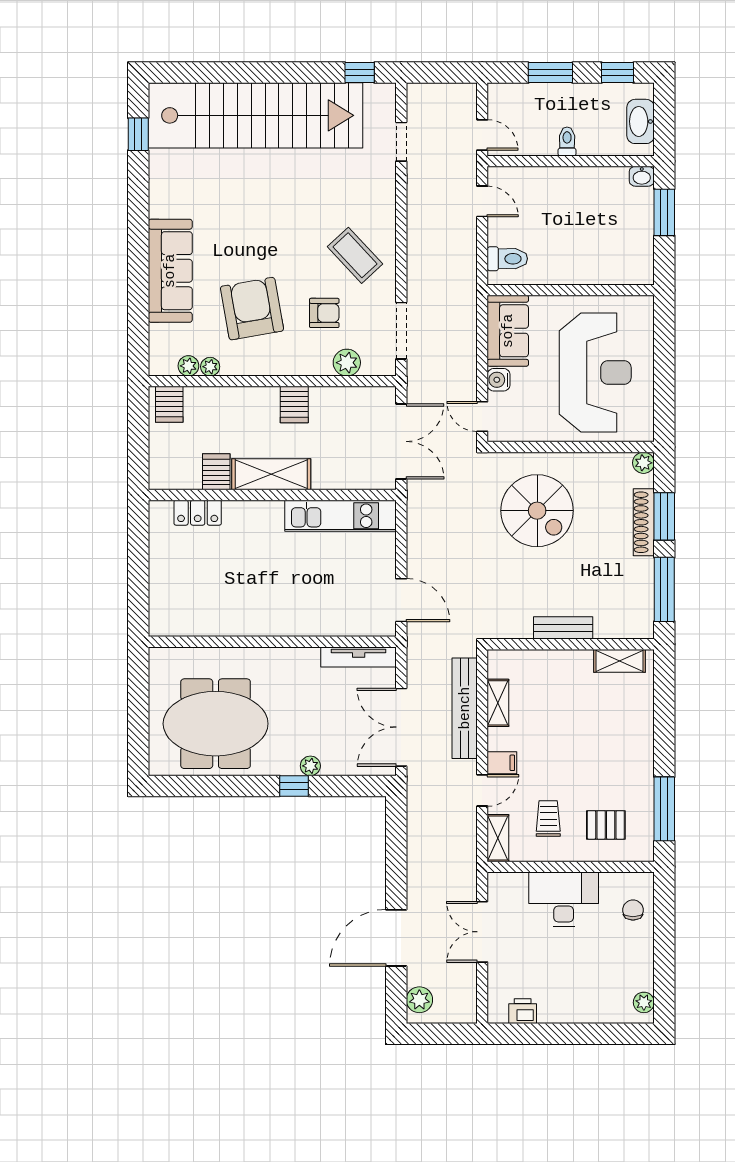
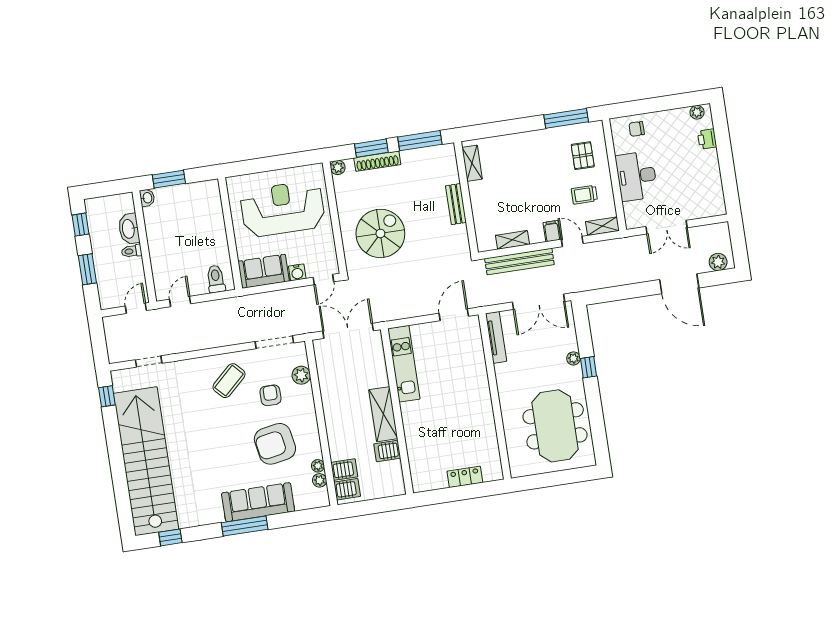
washbasin: (641, 121) -> (129, 229), moved, turned 90
window: (138, 246) -> (245, 526), added
server rack: (294, 405) -> (344, 470), moved
locker: (198, 513) -> (465, 477), moved, turned -90
printer: (523, 1011) -> (707, 139), moved

